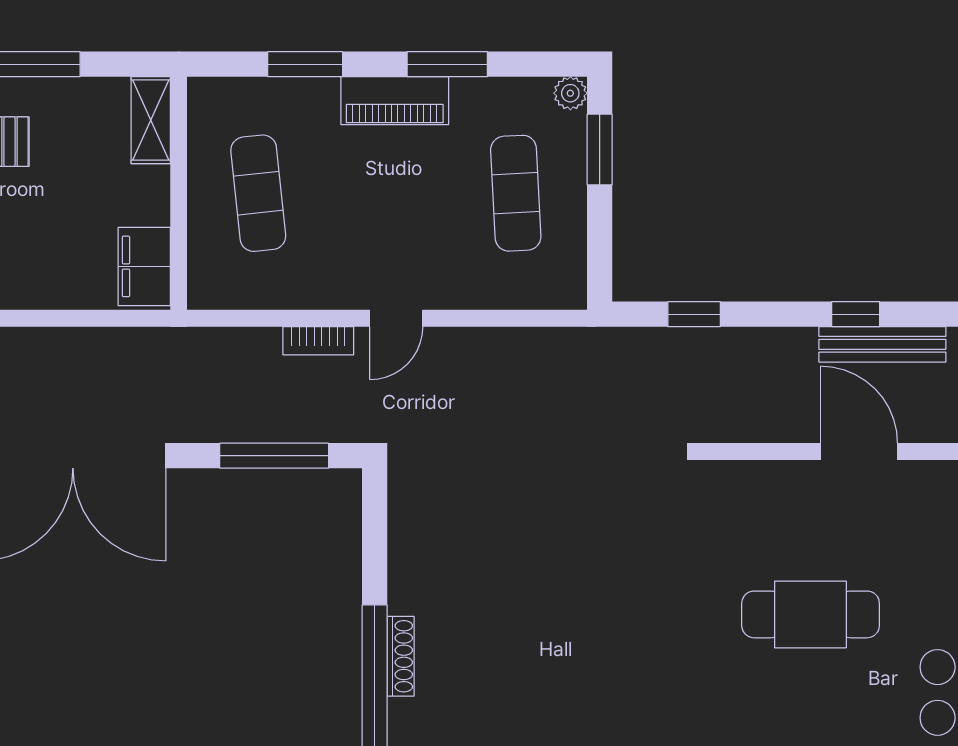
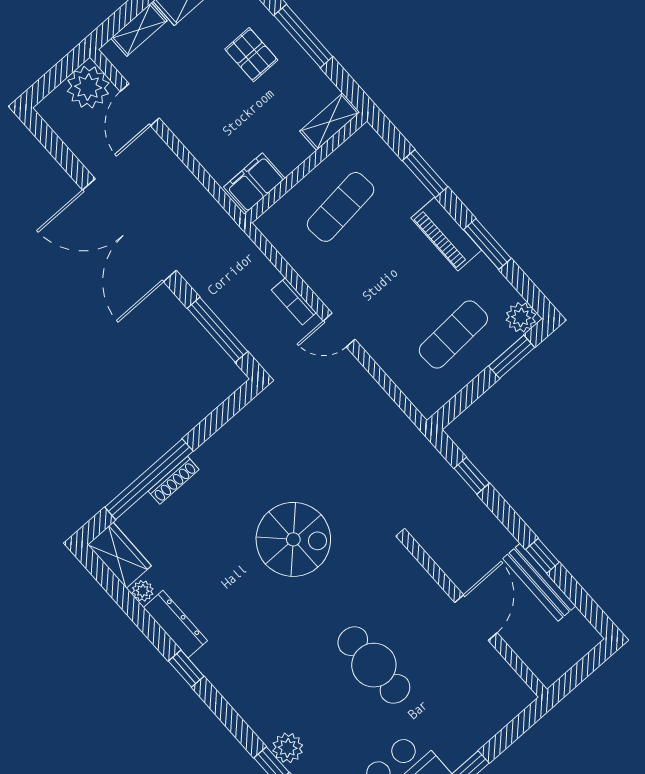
plant: (570, 93) -> (521, 317), width x1.38, depth x1.38
spiral stairs: (587, 580) -> (293, 539), added

